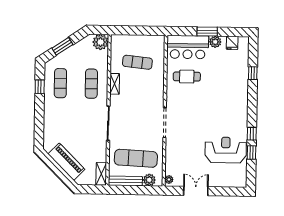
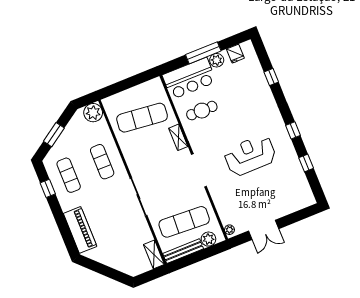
window: (207, 32) -> (203, 53), width x1.44
exercise mat: (137, 62) -> (142, 118), width x1.36, depth x1.45
shelving: (115, 84) -> (178, 137), moved
window: (252, 134) -> (293, 130), moved
reception desk: (226, 150) -> (250, 155), moved
piano: (66, 162) -> (80, 230), moved, turned 45
double door: (196, 191) -> (264, 230), swing flipped

